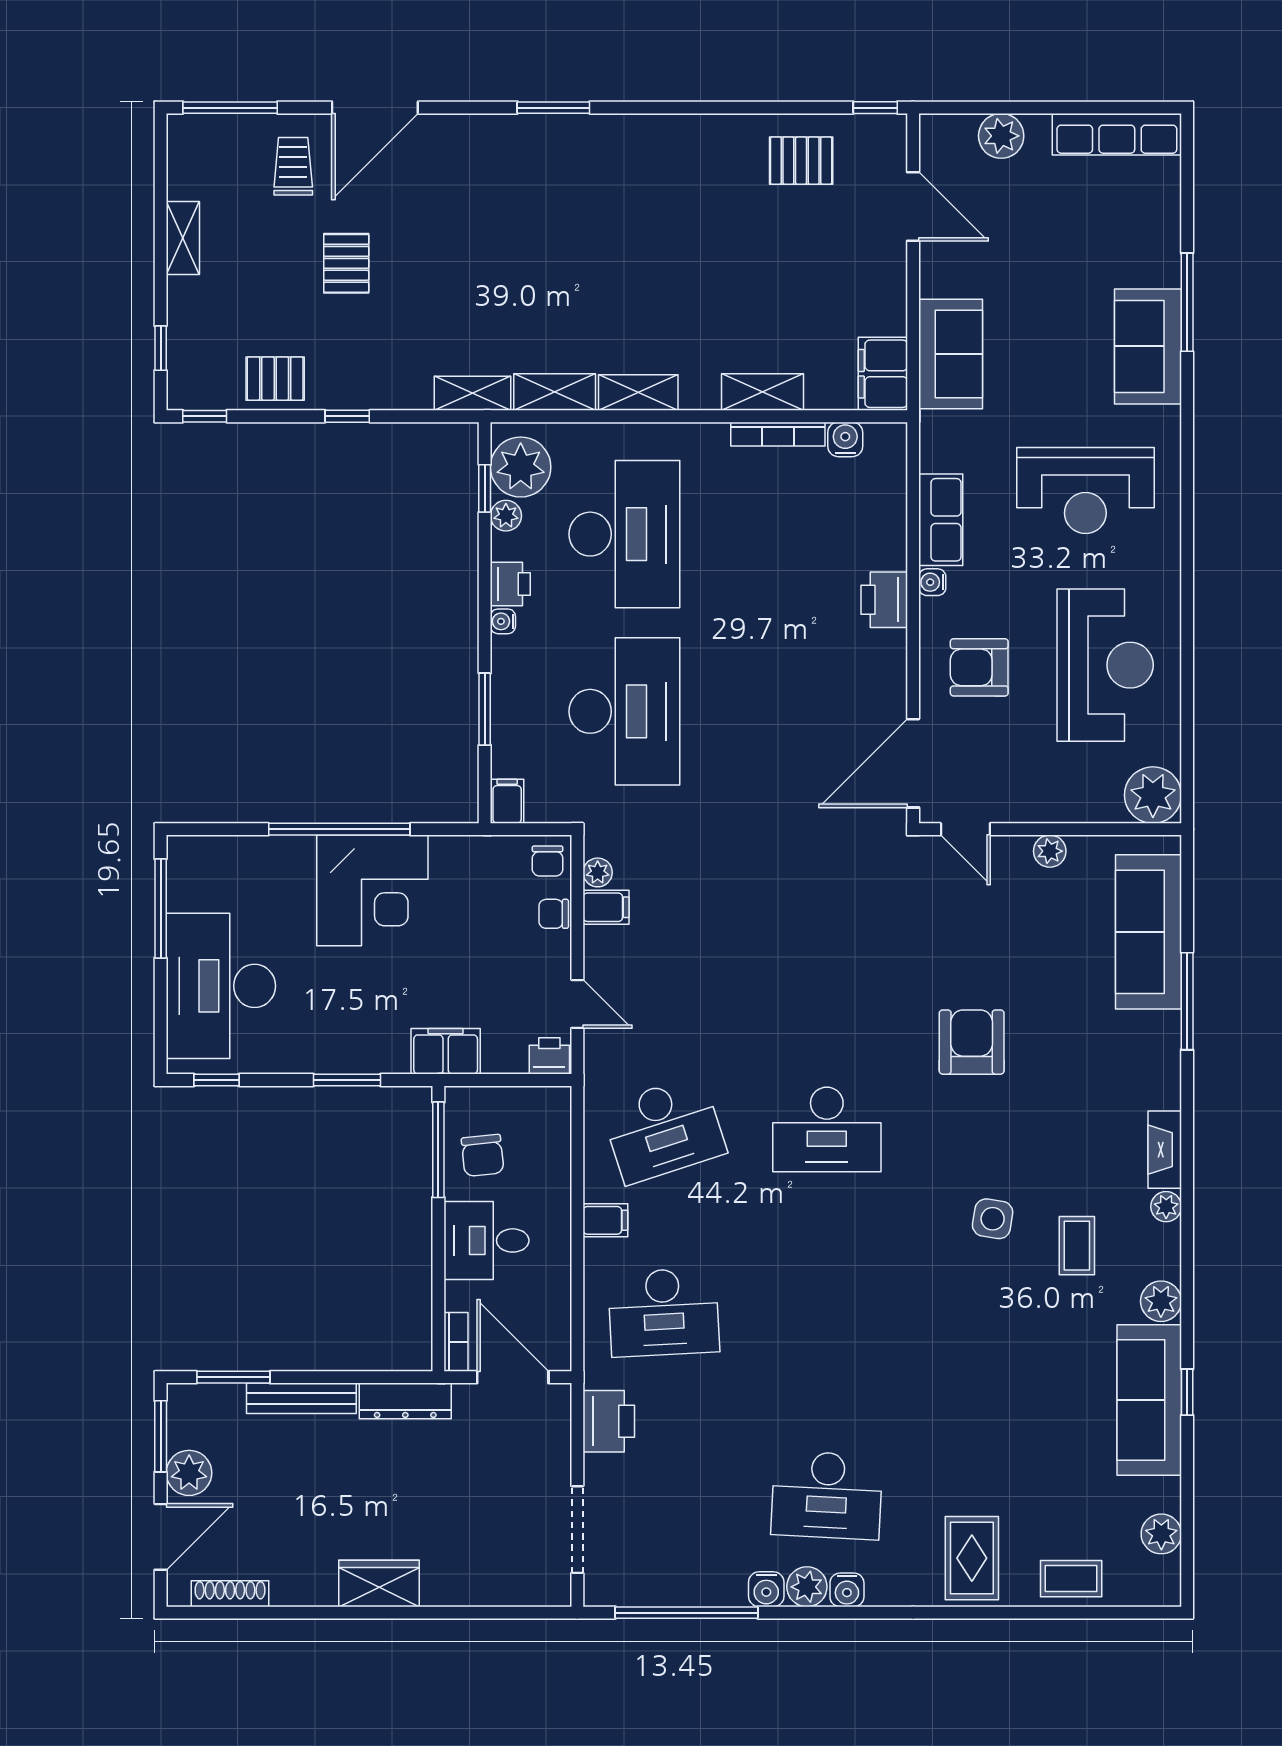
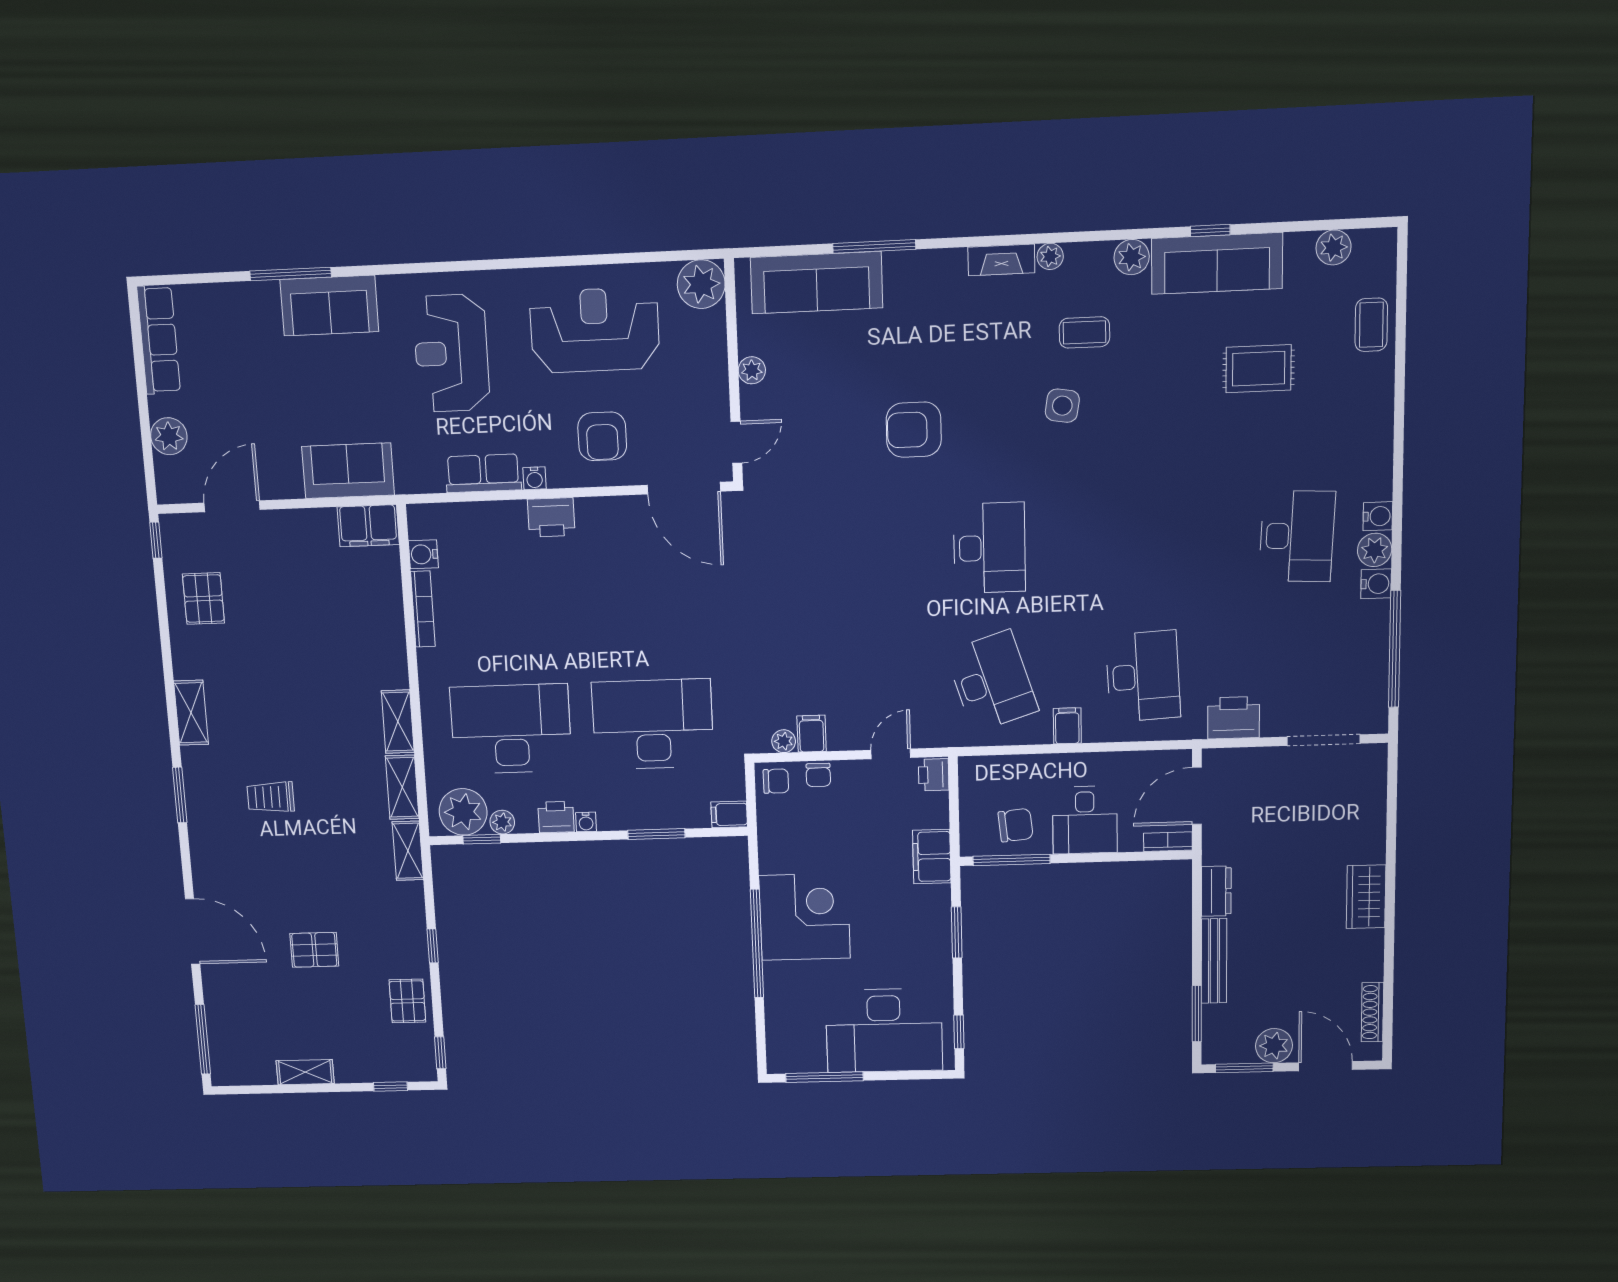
trolley: (293, 166) -> (271, 797), moved
shelving: (763, 392) -> (191, 713), moved
reception desk: (1085, 491) -> (451, 353), turned 180
dresser: (405, 1401) -> (1216, 891), width x0.70
rug: (972, 1558) -> (1259, 369), moved

